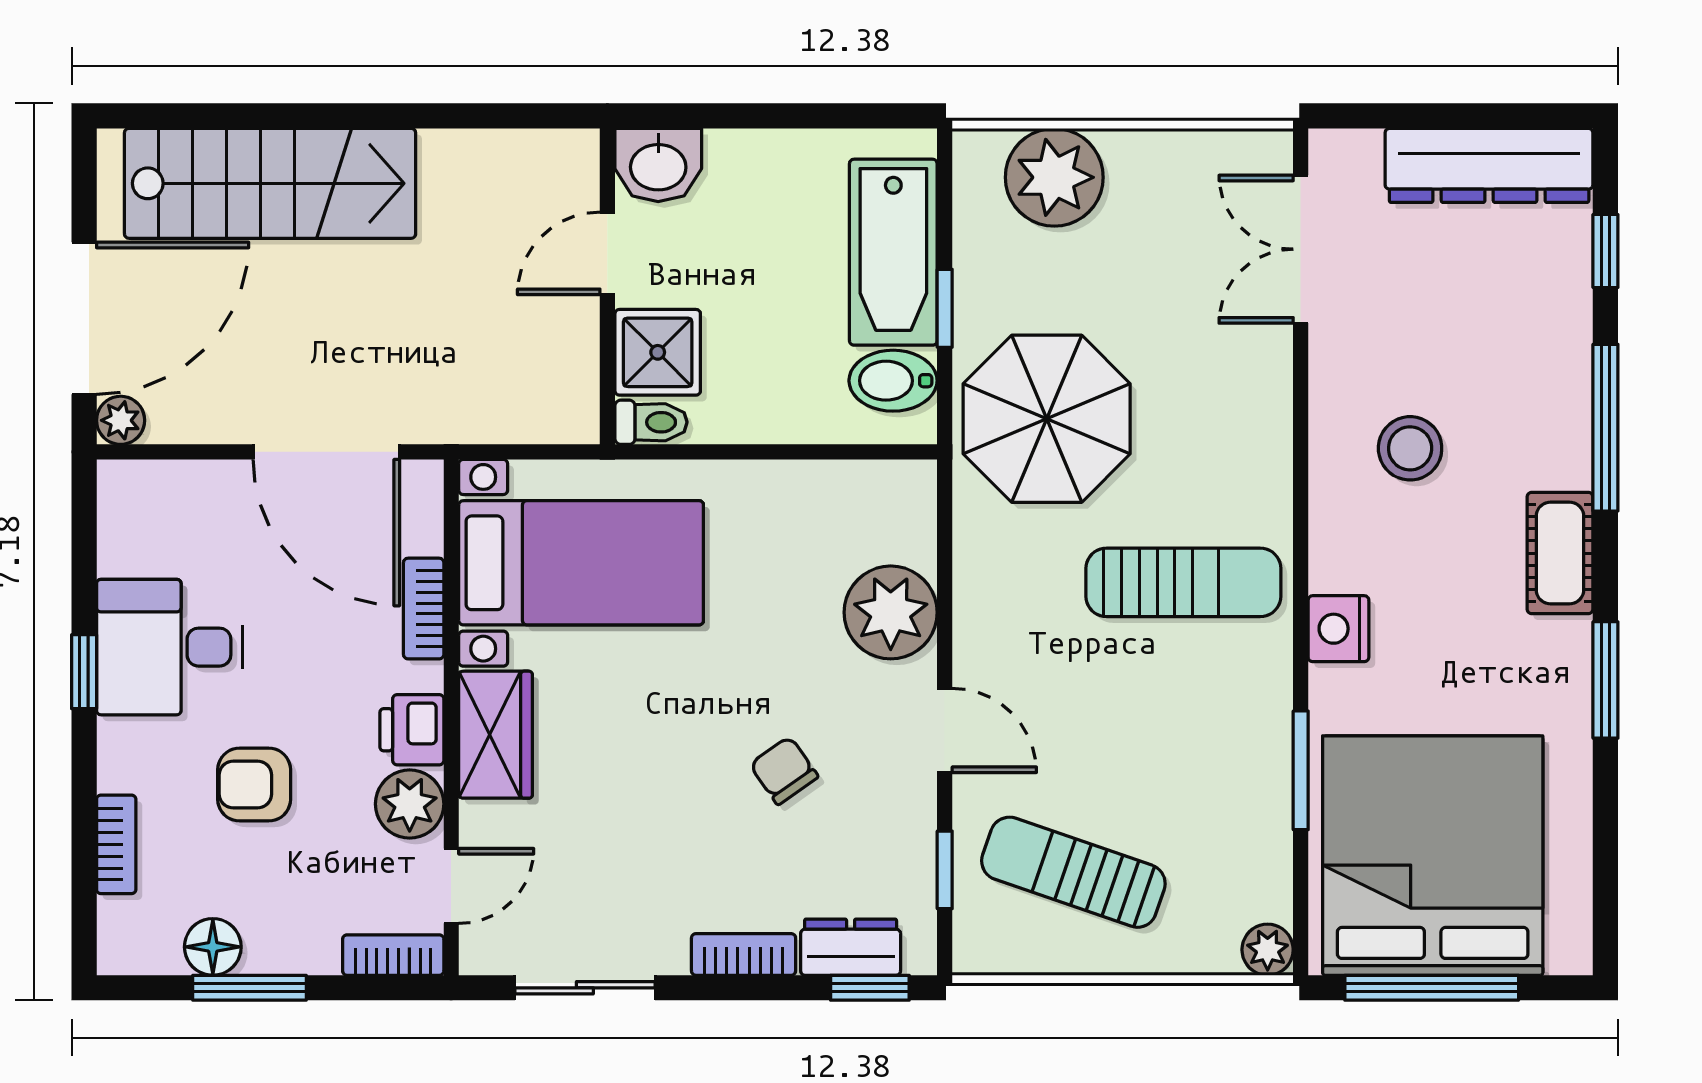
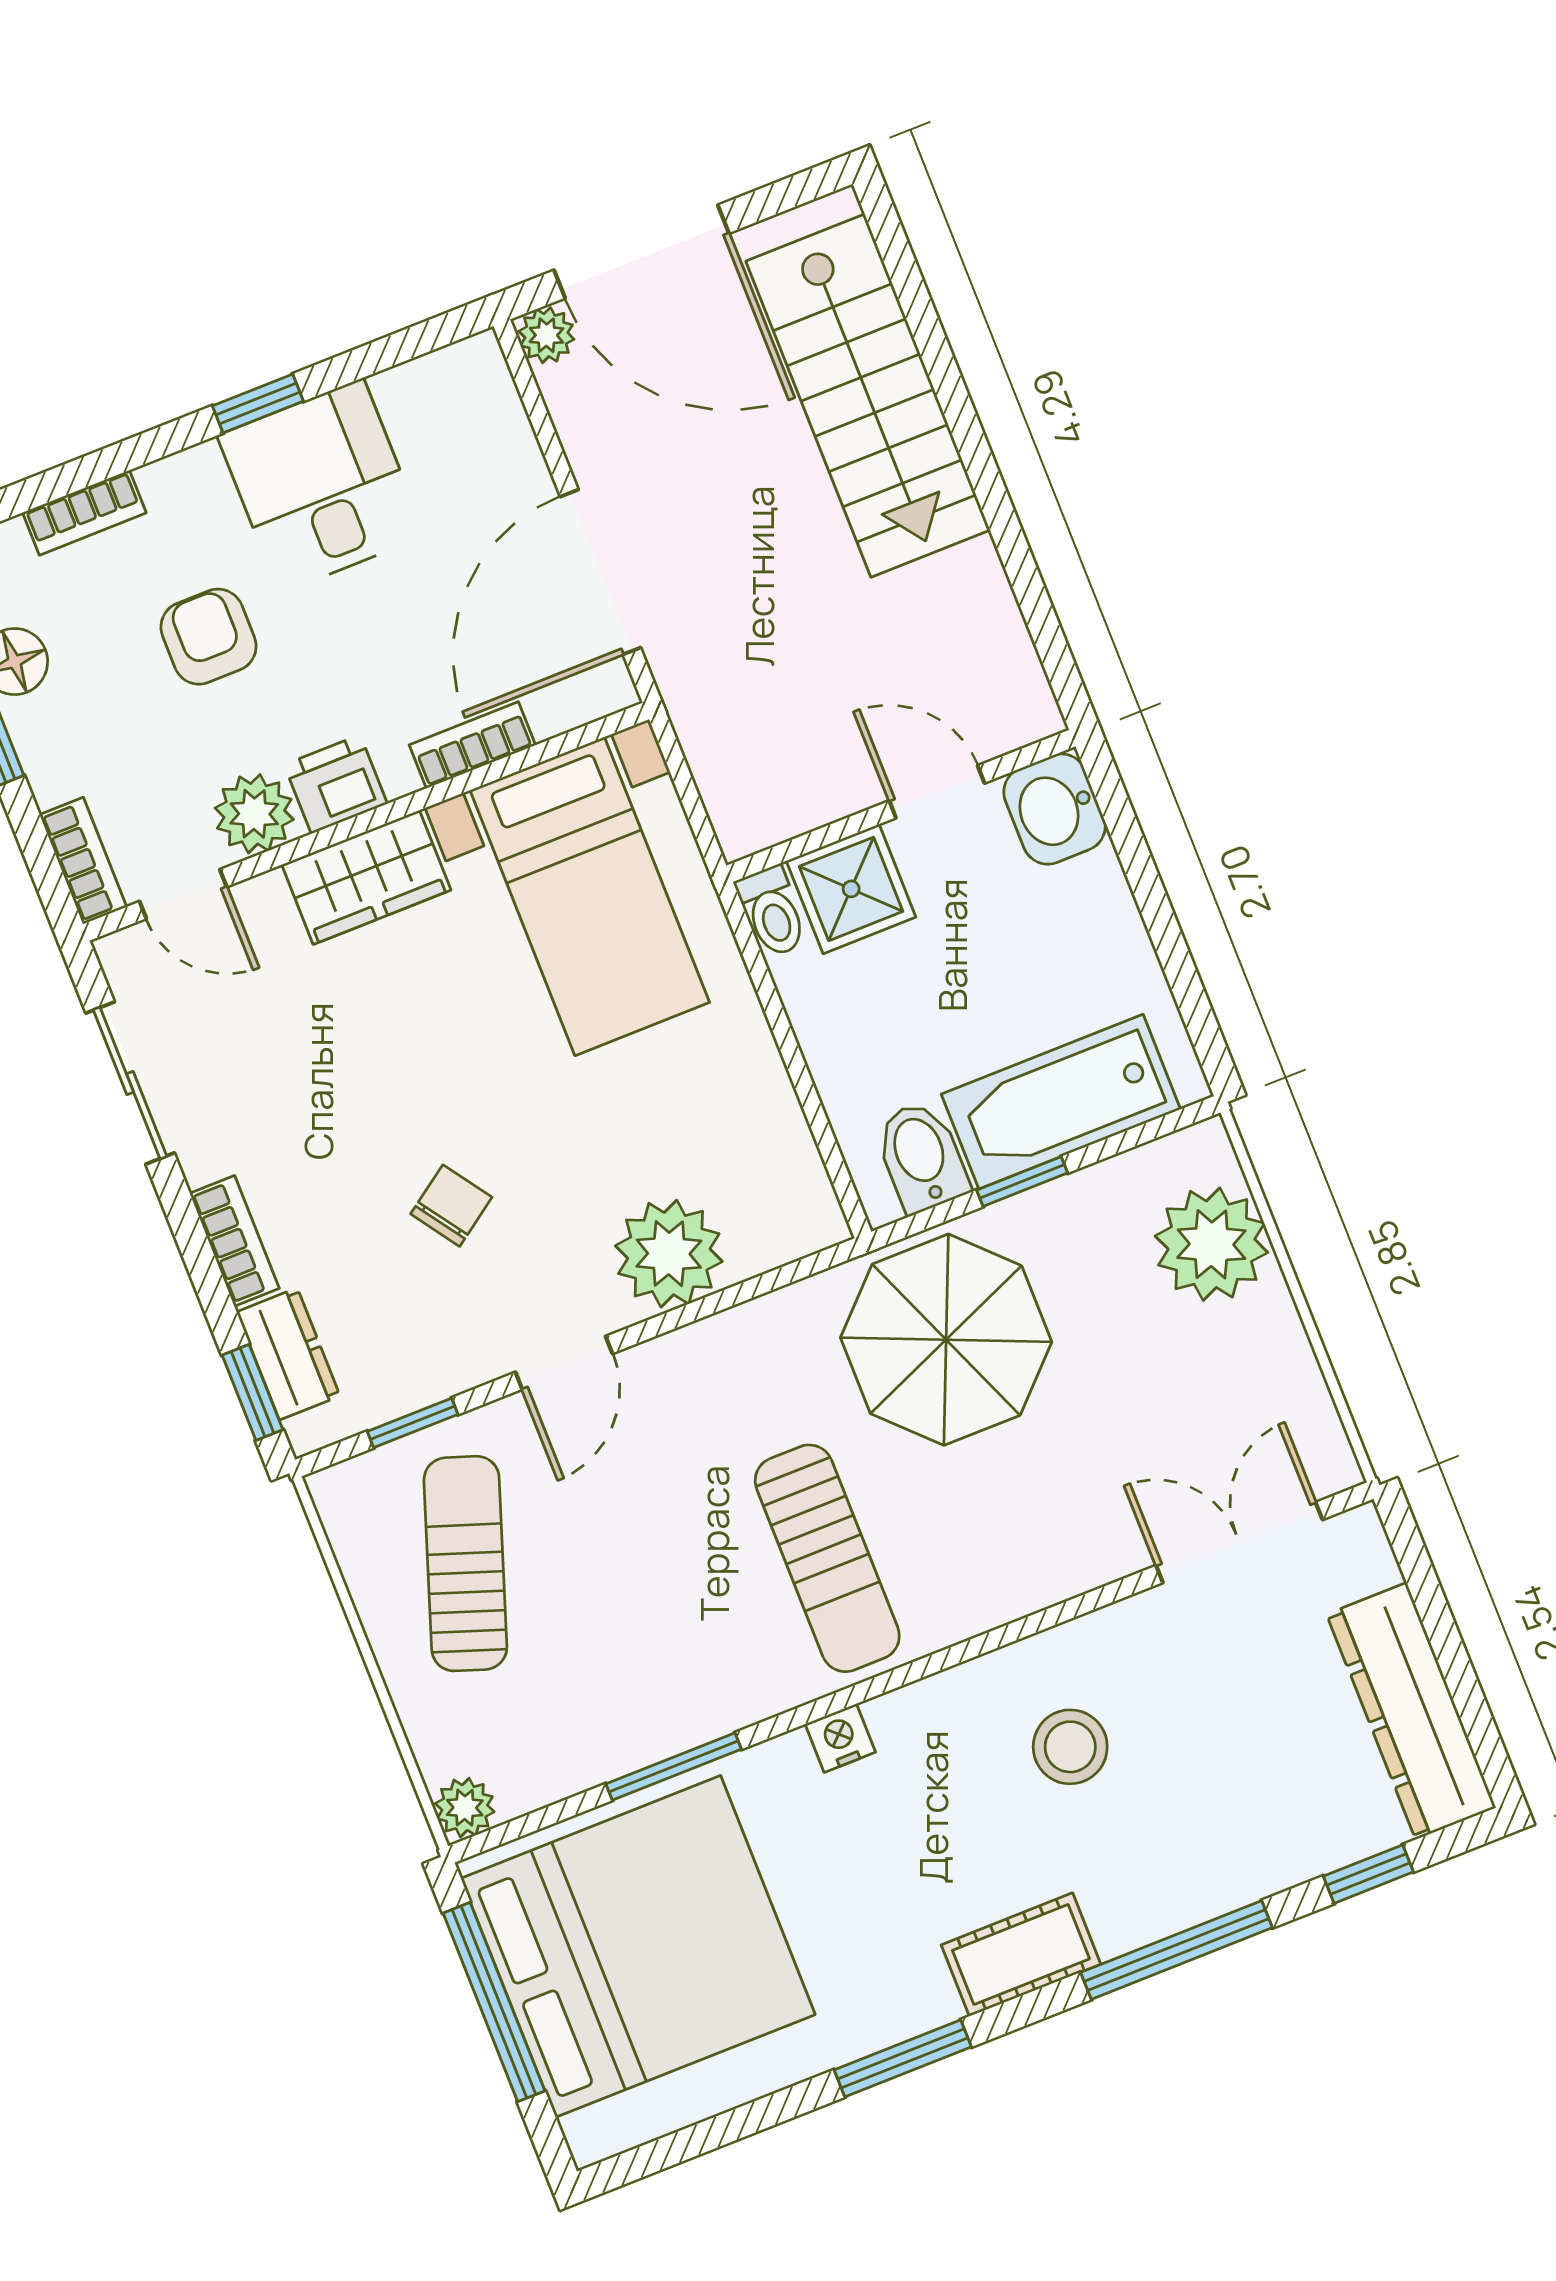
nightstand: (1338, 629) -> (840, 1738), width x0.72, depth x0.74

